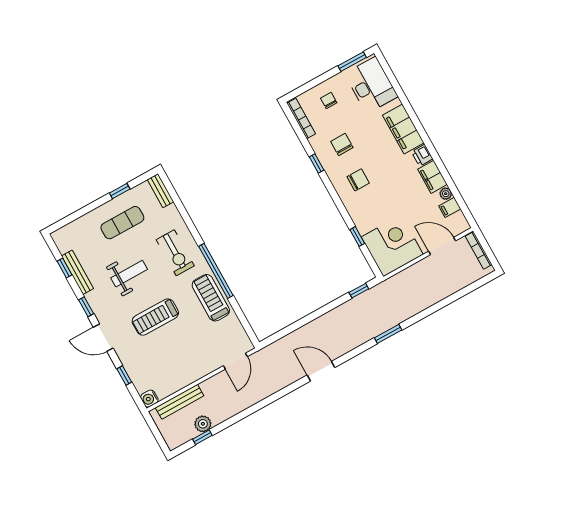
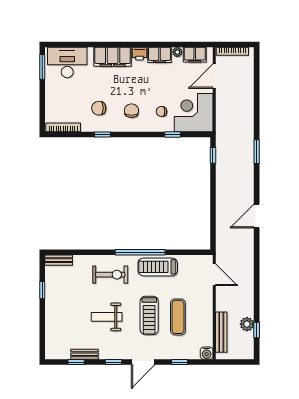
chair: (329, 100) -> (161, 111), moved
filing cabinet: (450, 207) -> (195, 55), width x2.00
exercise mat: (122, 223) -> (178, 317), moved
bench: (78, 272) -> (85, 354), width x0.73
weight bench: (129, 274) -> (107, 317), turned -90

